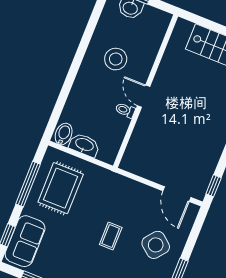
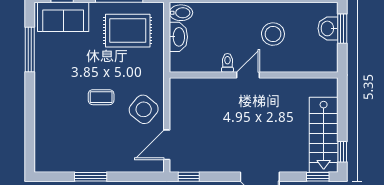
side table: (156, 245) -> (144, 109), moved

